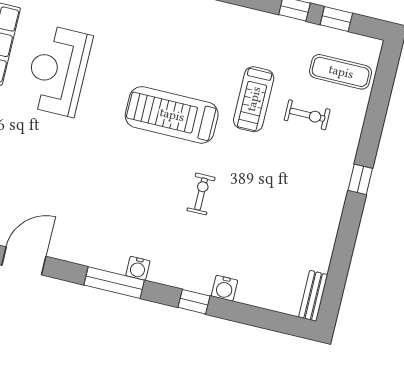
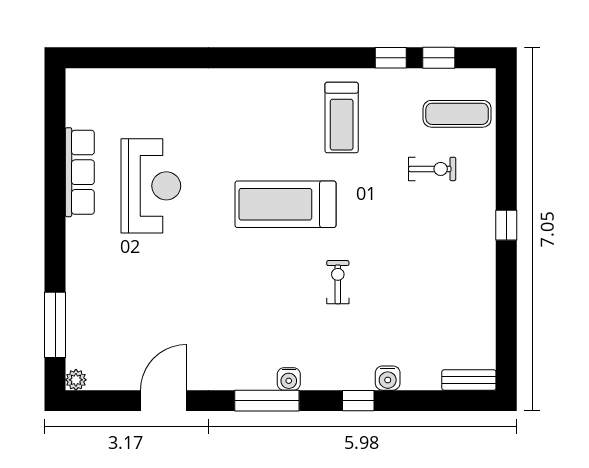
reception desk: (58, 71) -> (151, 186), turned 180
treadmill: (254, 99) -> (342, 118), moved
bench: (313, 296) -> (469, 380), moved, turned 90

